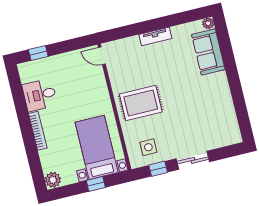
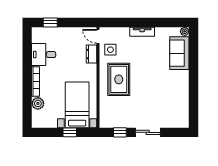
dresser: (99, 80) -> (91, 54), added
rug: (141, 103) -> (119, 79), turned 90
side table: (148, 147) -> (110, 50), moved
plant: (53, 180) -> (38, 103), moved

